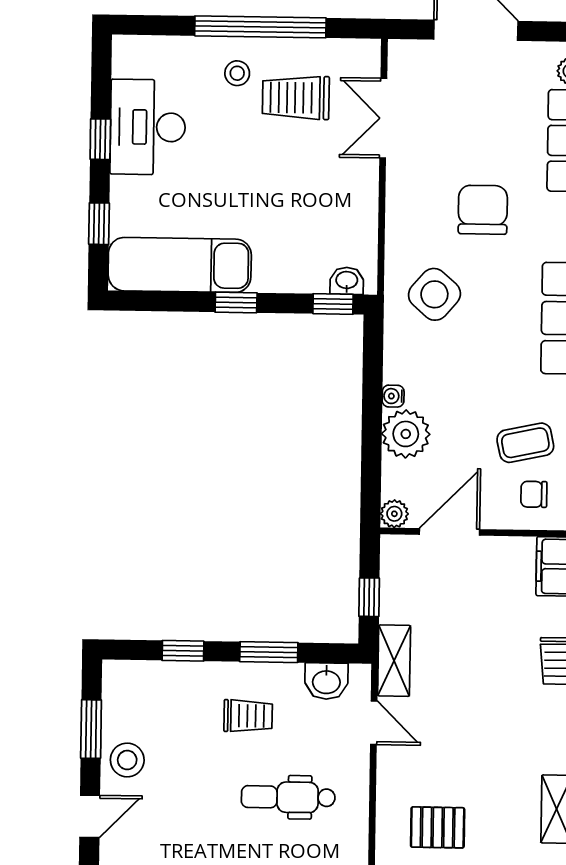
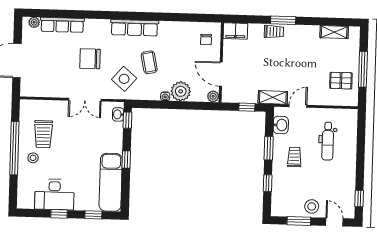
double door: (383, 118) -> (85, 100), moved
coffee table: (525, 443) -> (149, 62), moved
pallet: (438, 827) -> (341, 81), turned 90

